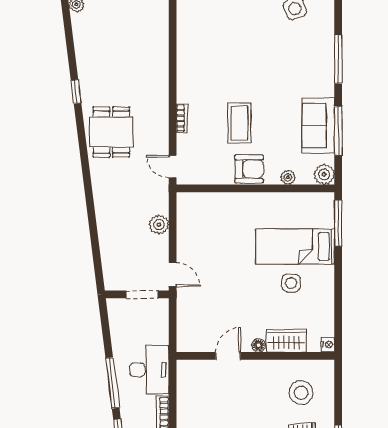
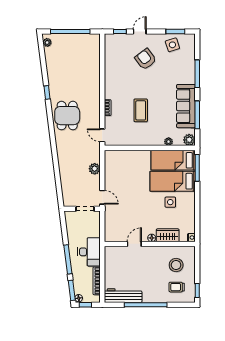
sofa: (318, 125) -> (186, 106), width x1.36
armchair: (249, 169) -> (146, 59), moved, turned -127
bed: (296, 210) -> (173, 160), added

